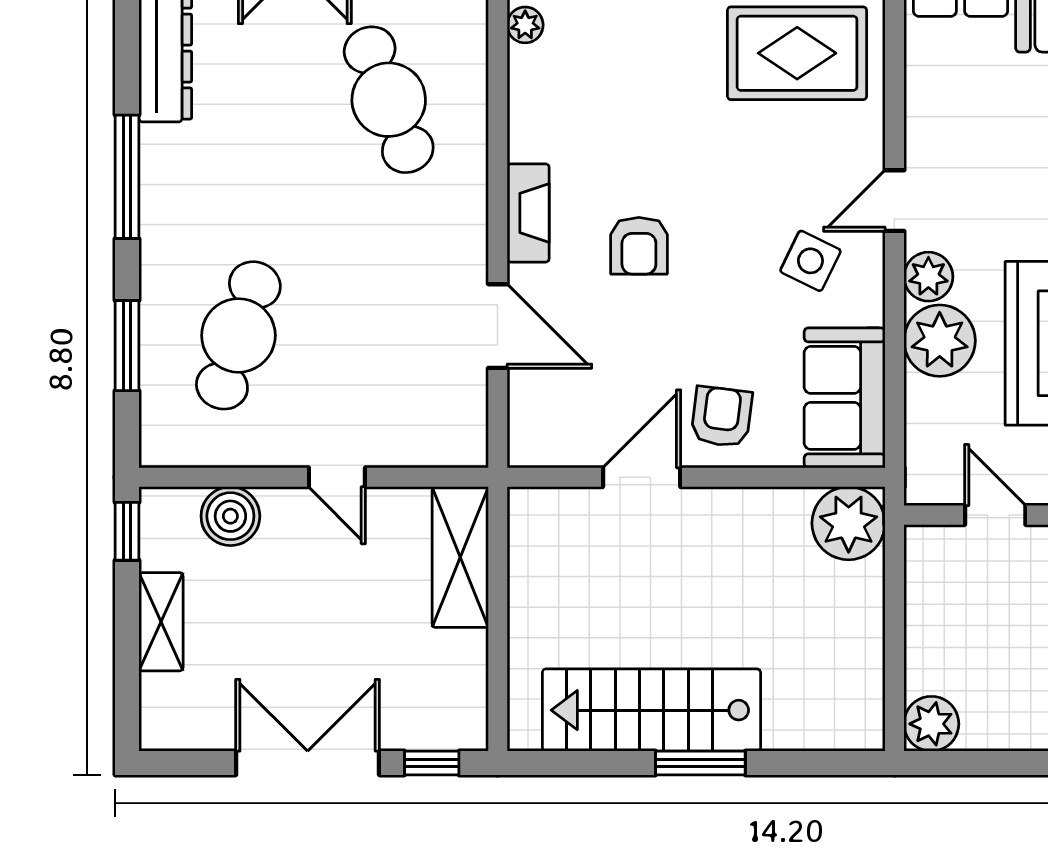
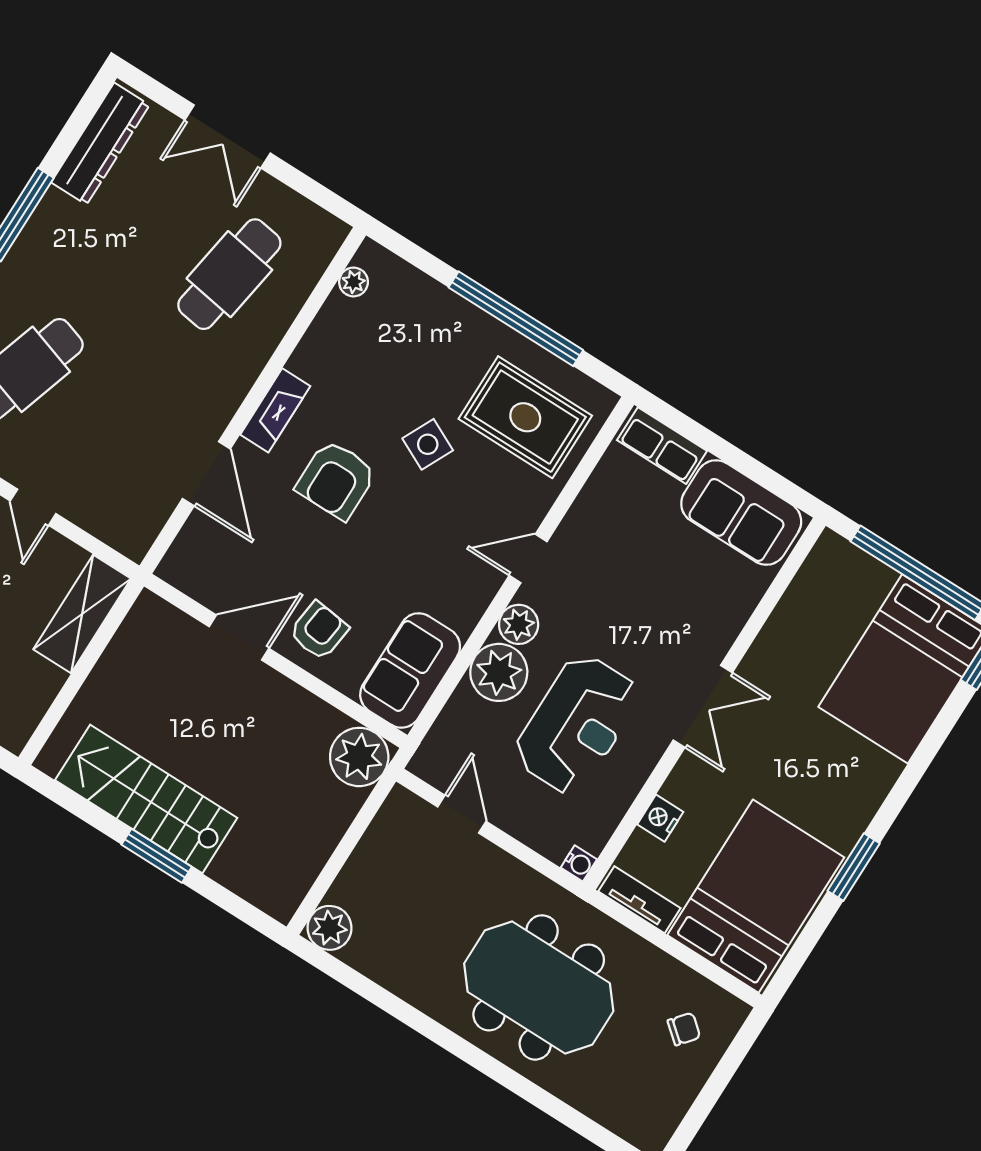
cafe table: (389, 100) -> (229, 274), turned 30
armchair: (639, 246) -> (336, 480), width x1.38, depth x1.38
side table: (810, 261) -> (428, 444), moved

